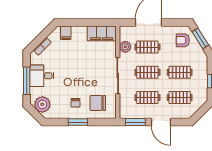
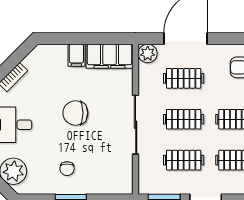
filing cabinet: (66, 33) -> (76, 55), moved
plant: (125, 47) -> (148, 54), moved
chair: (98, 103) -> (75, 113), moved

